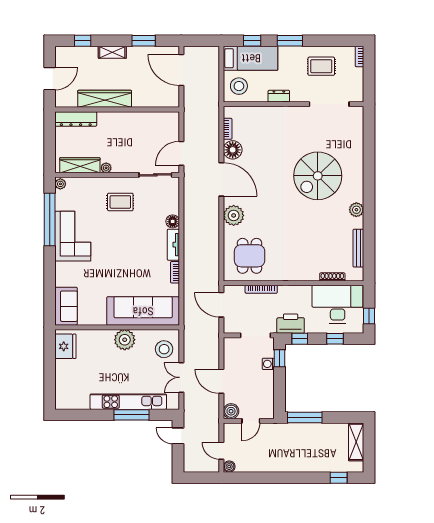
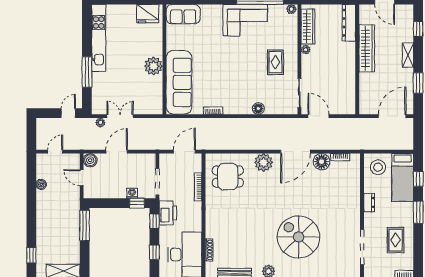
tv unit: (173, 245) -> (238, 109), removed
stool: (164, 349) -> (145, 101), removed
plant: (188, 400) -> (100, 123), added
kitchen unit: (128, 402) -> (99, 38), moved
boiler: (229, 467) -> (41, 184), moved

